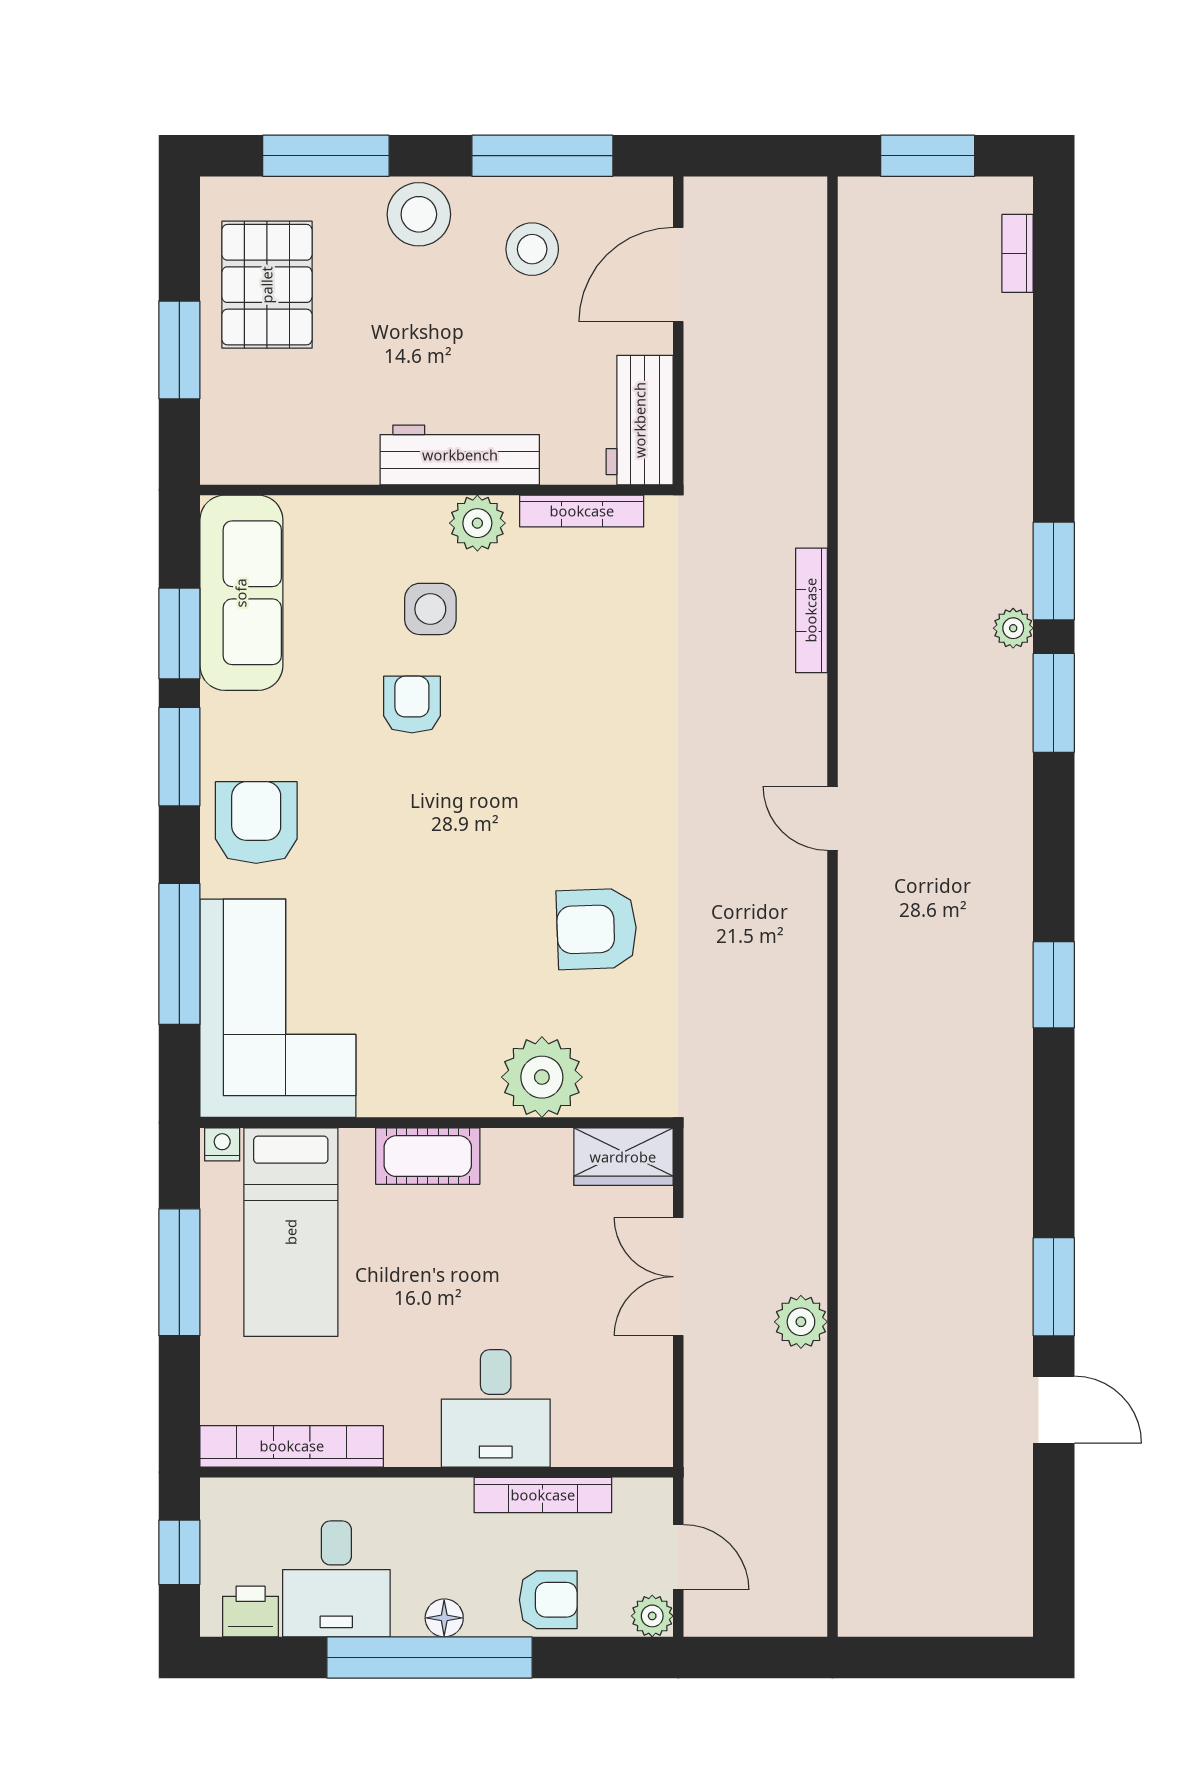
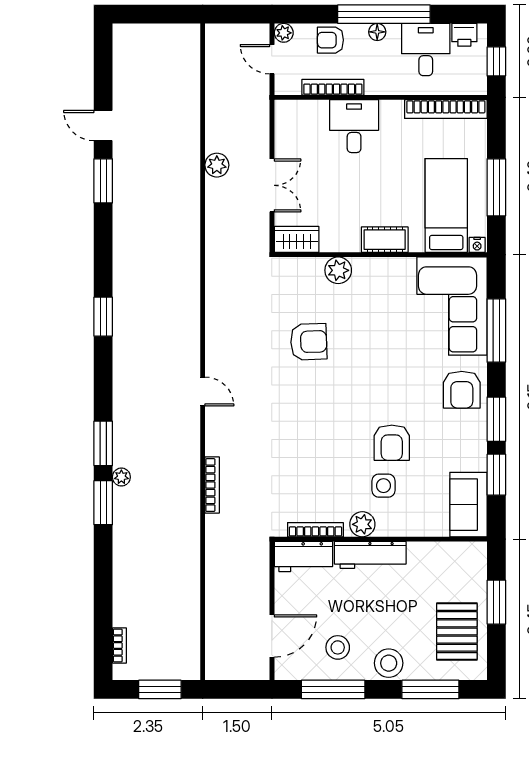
workbench: (640, 420) -> (303, 556), moved, turned 90
sofa: (241, 593) -> (468, 505), width x0.73
armchair: (412, 705) -> (392, 443), width x1.38, depth x1.38
plant: (542, 1077) -> (338, 270), width x0.73, depth x0.73

